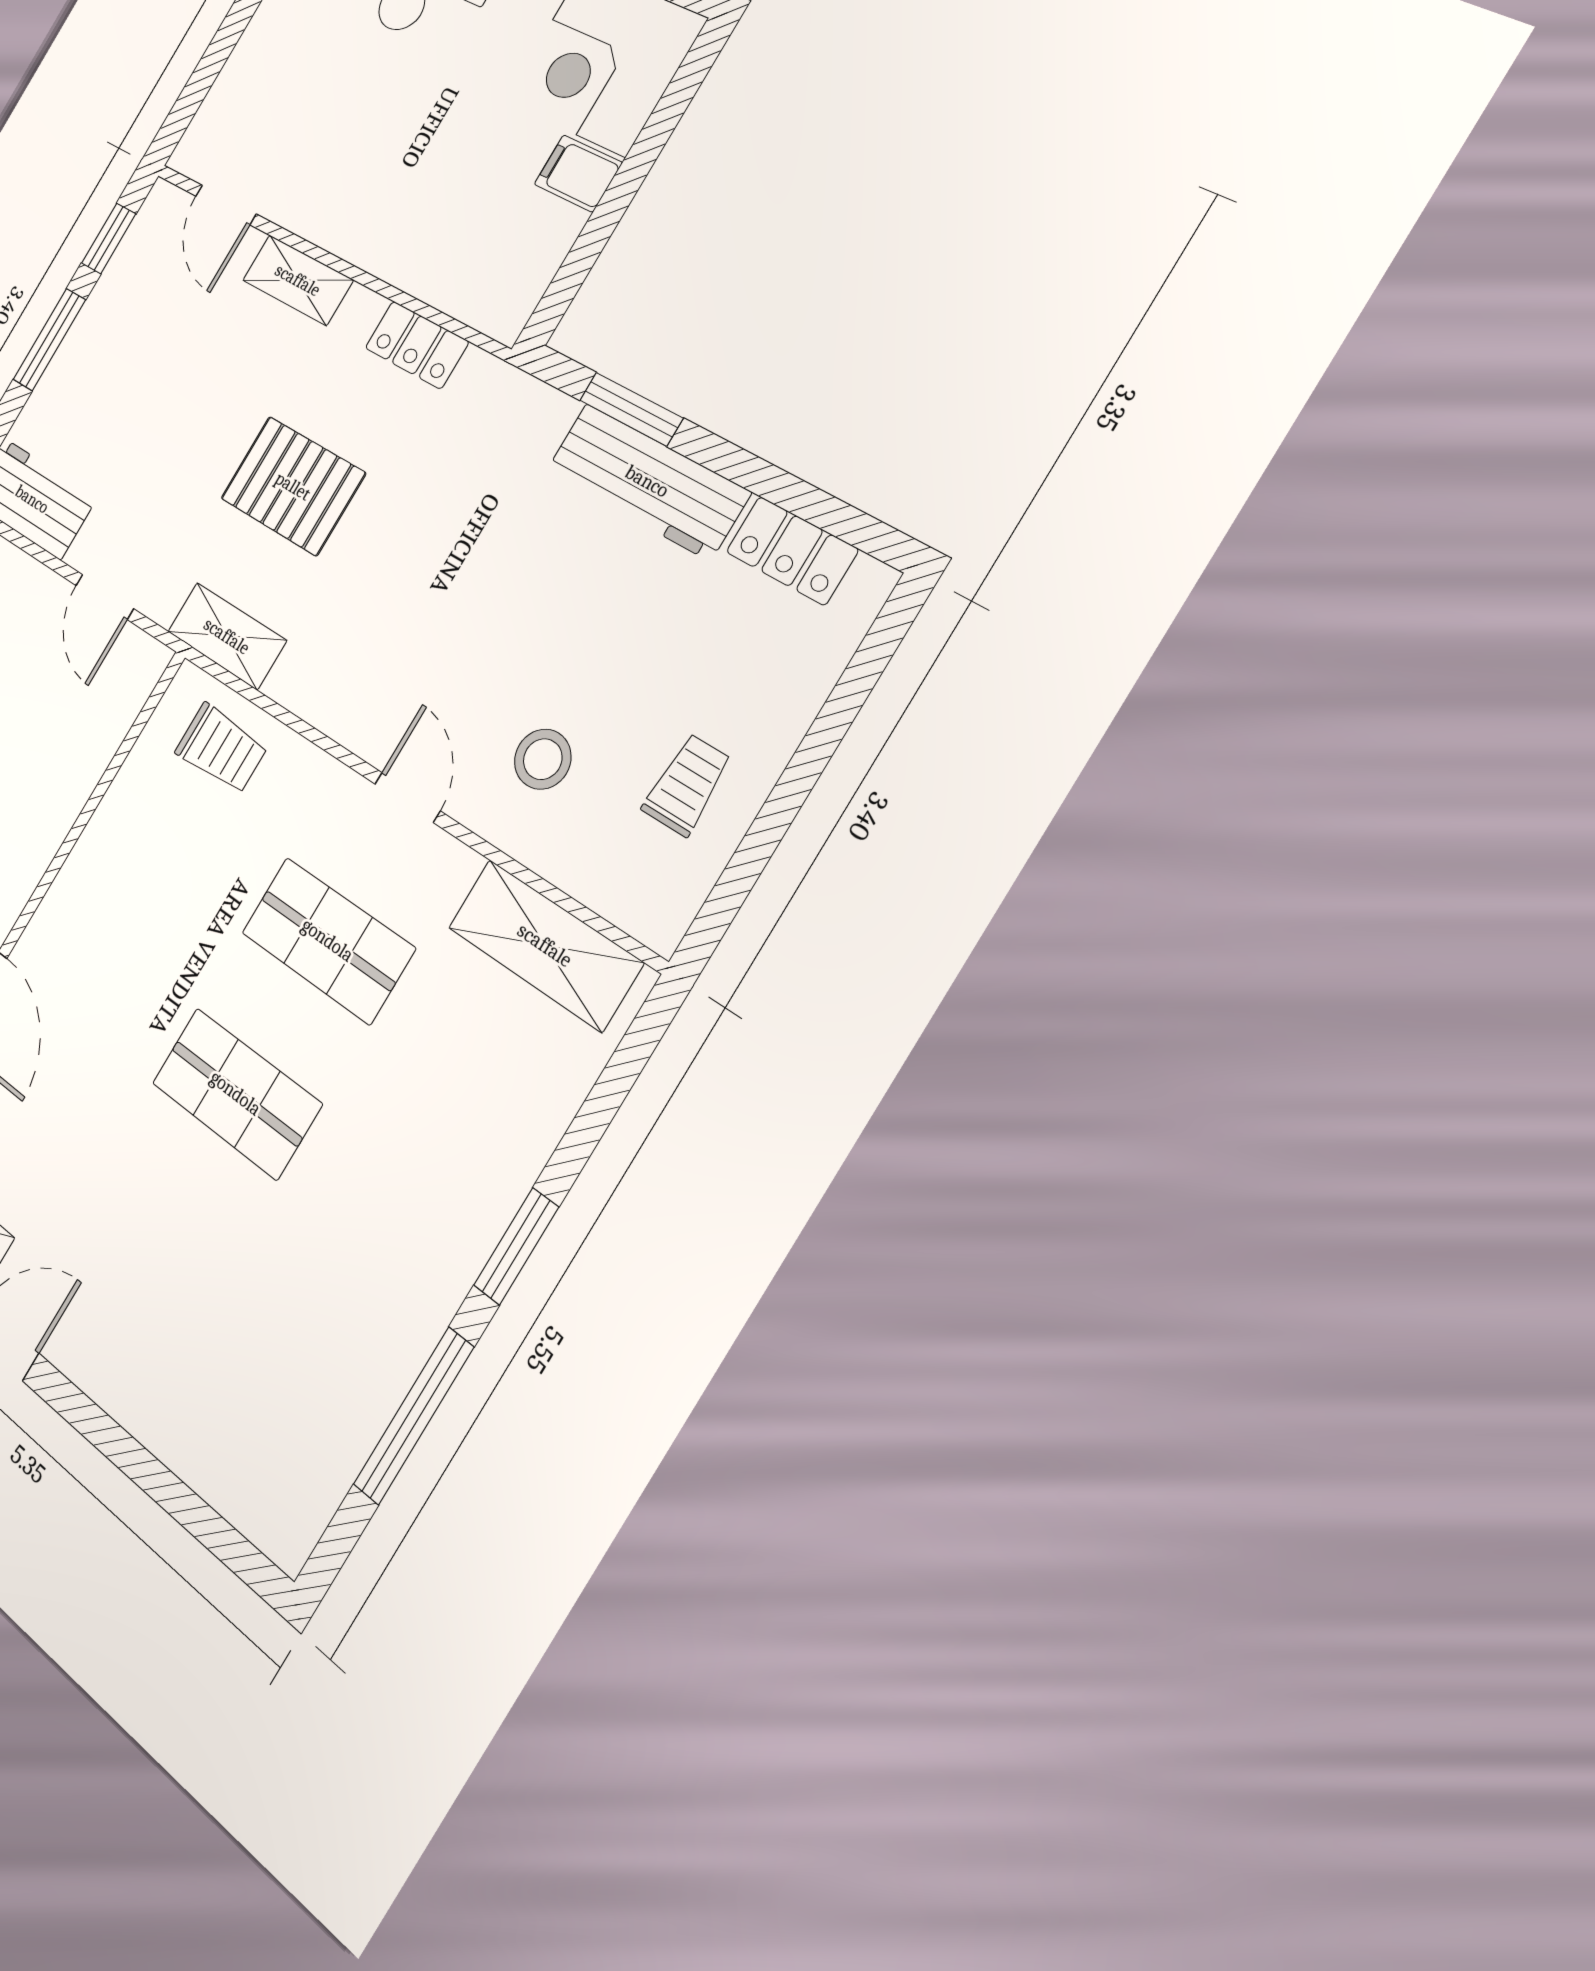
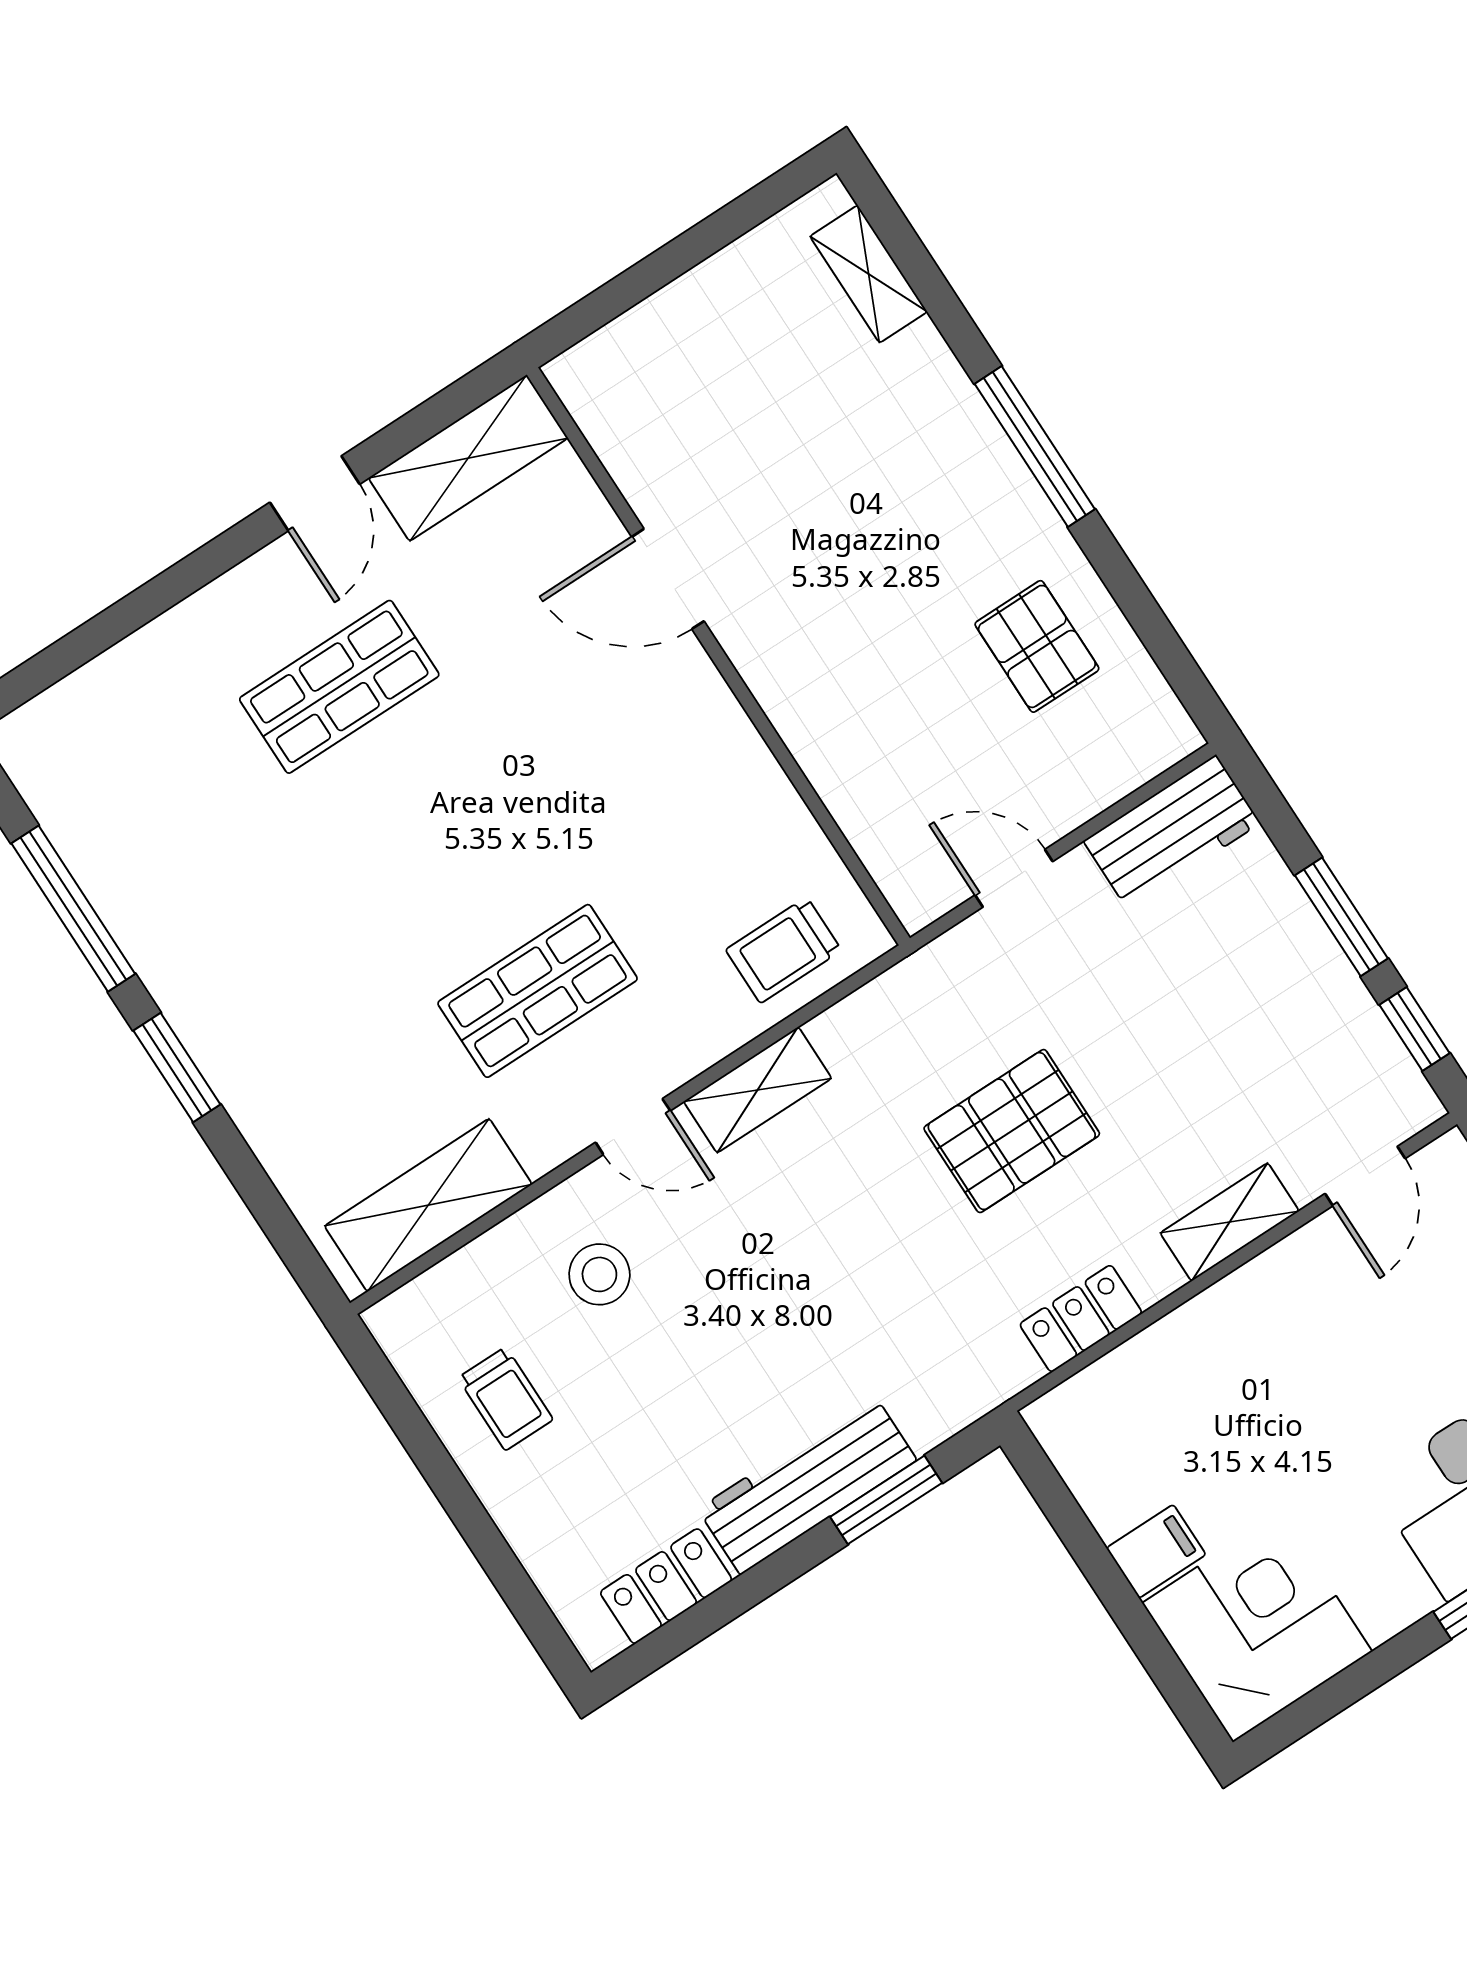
door: (226, 205) -> (1365, 1176), swing flipped
shelving: (227, 636) -> (758, 1090), moved
shop shelf: (236, 1093) -> (339, 687), moved

